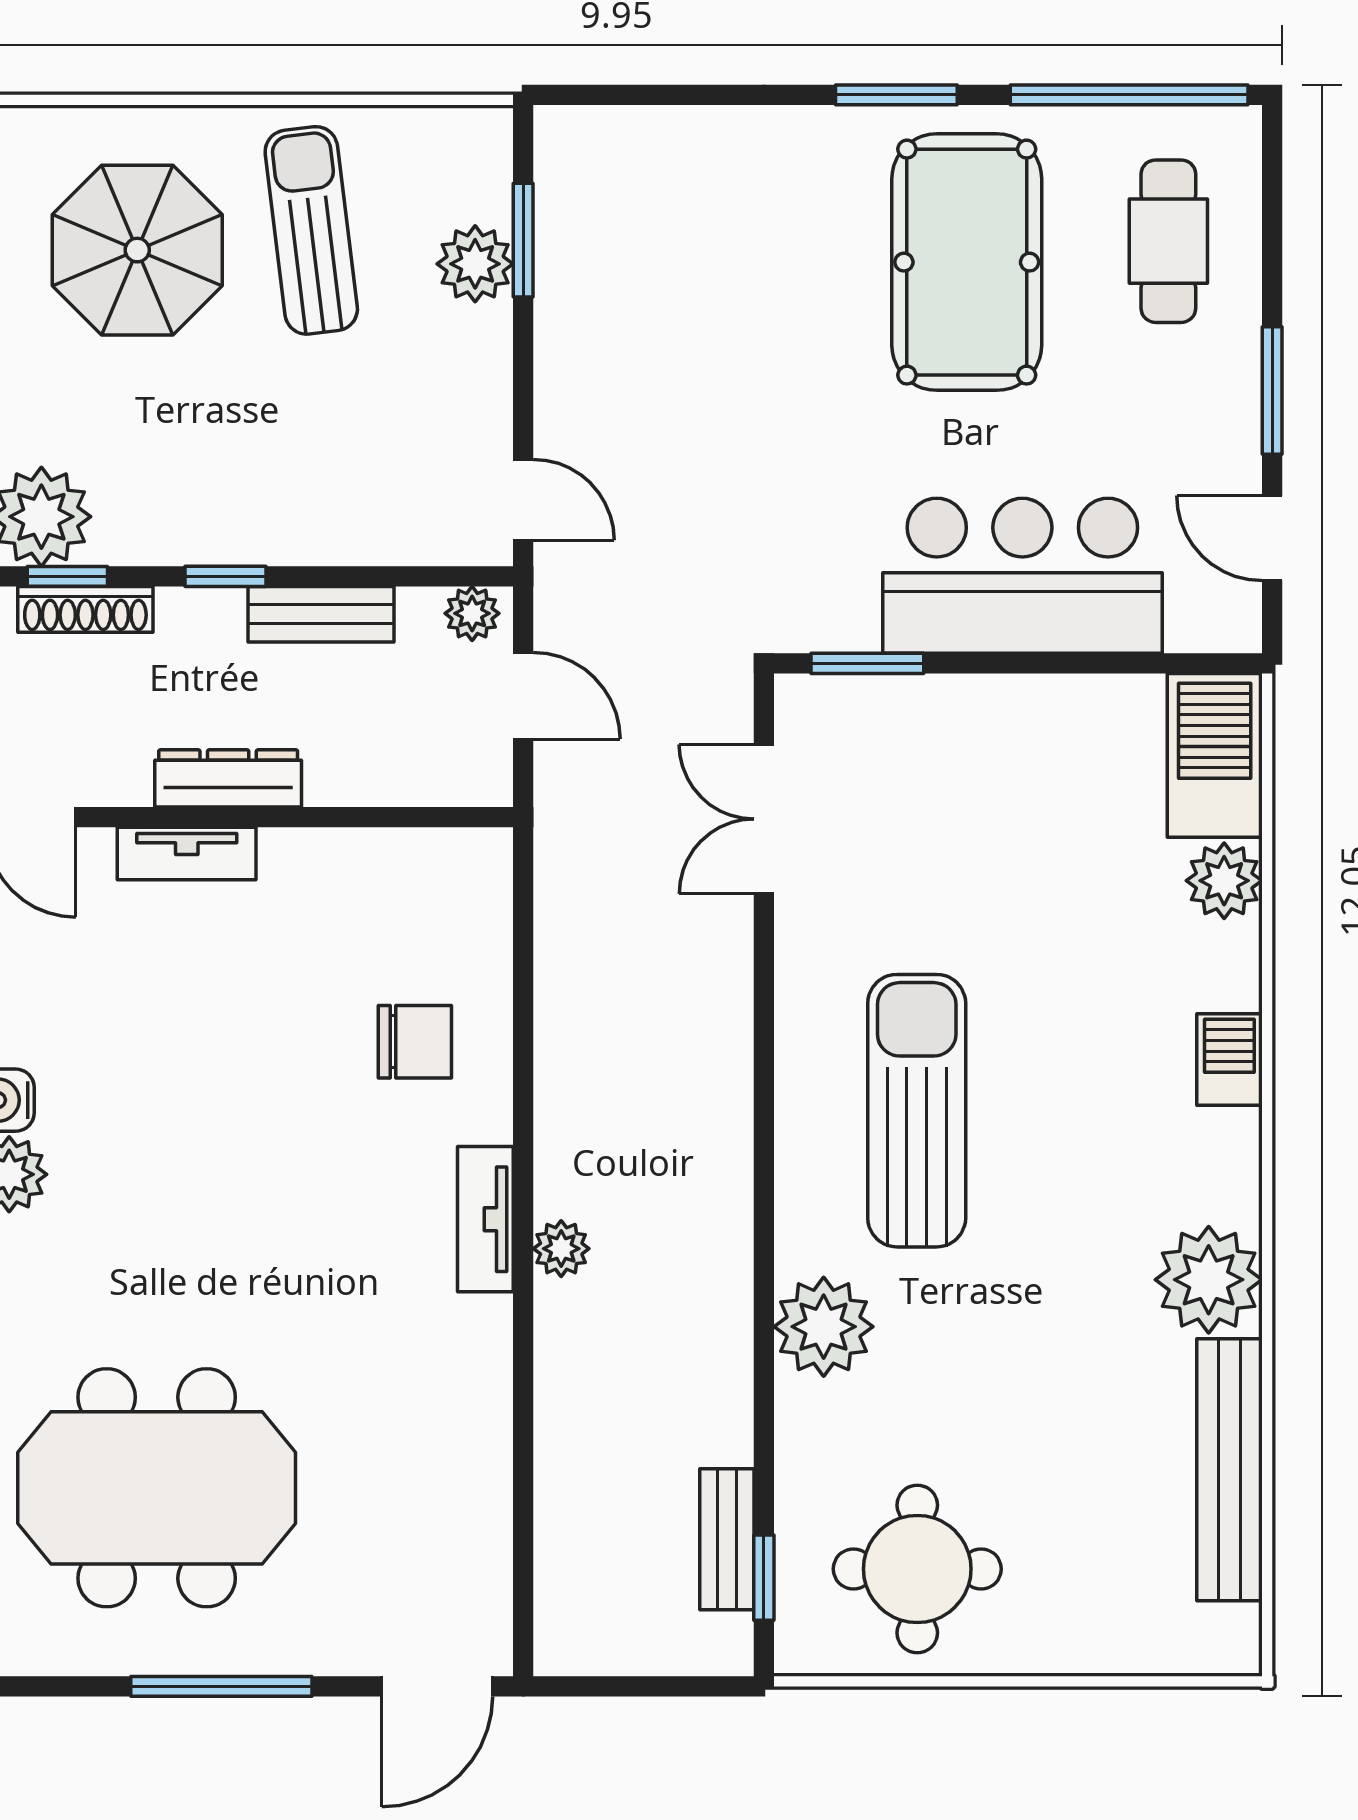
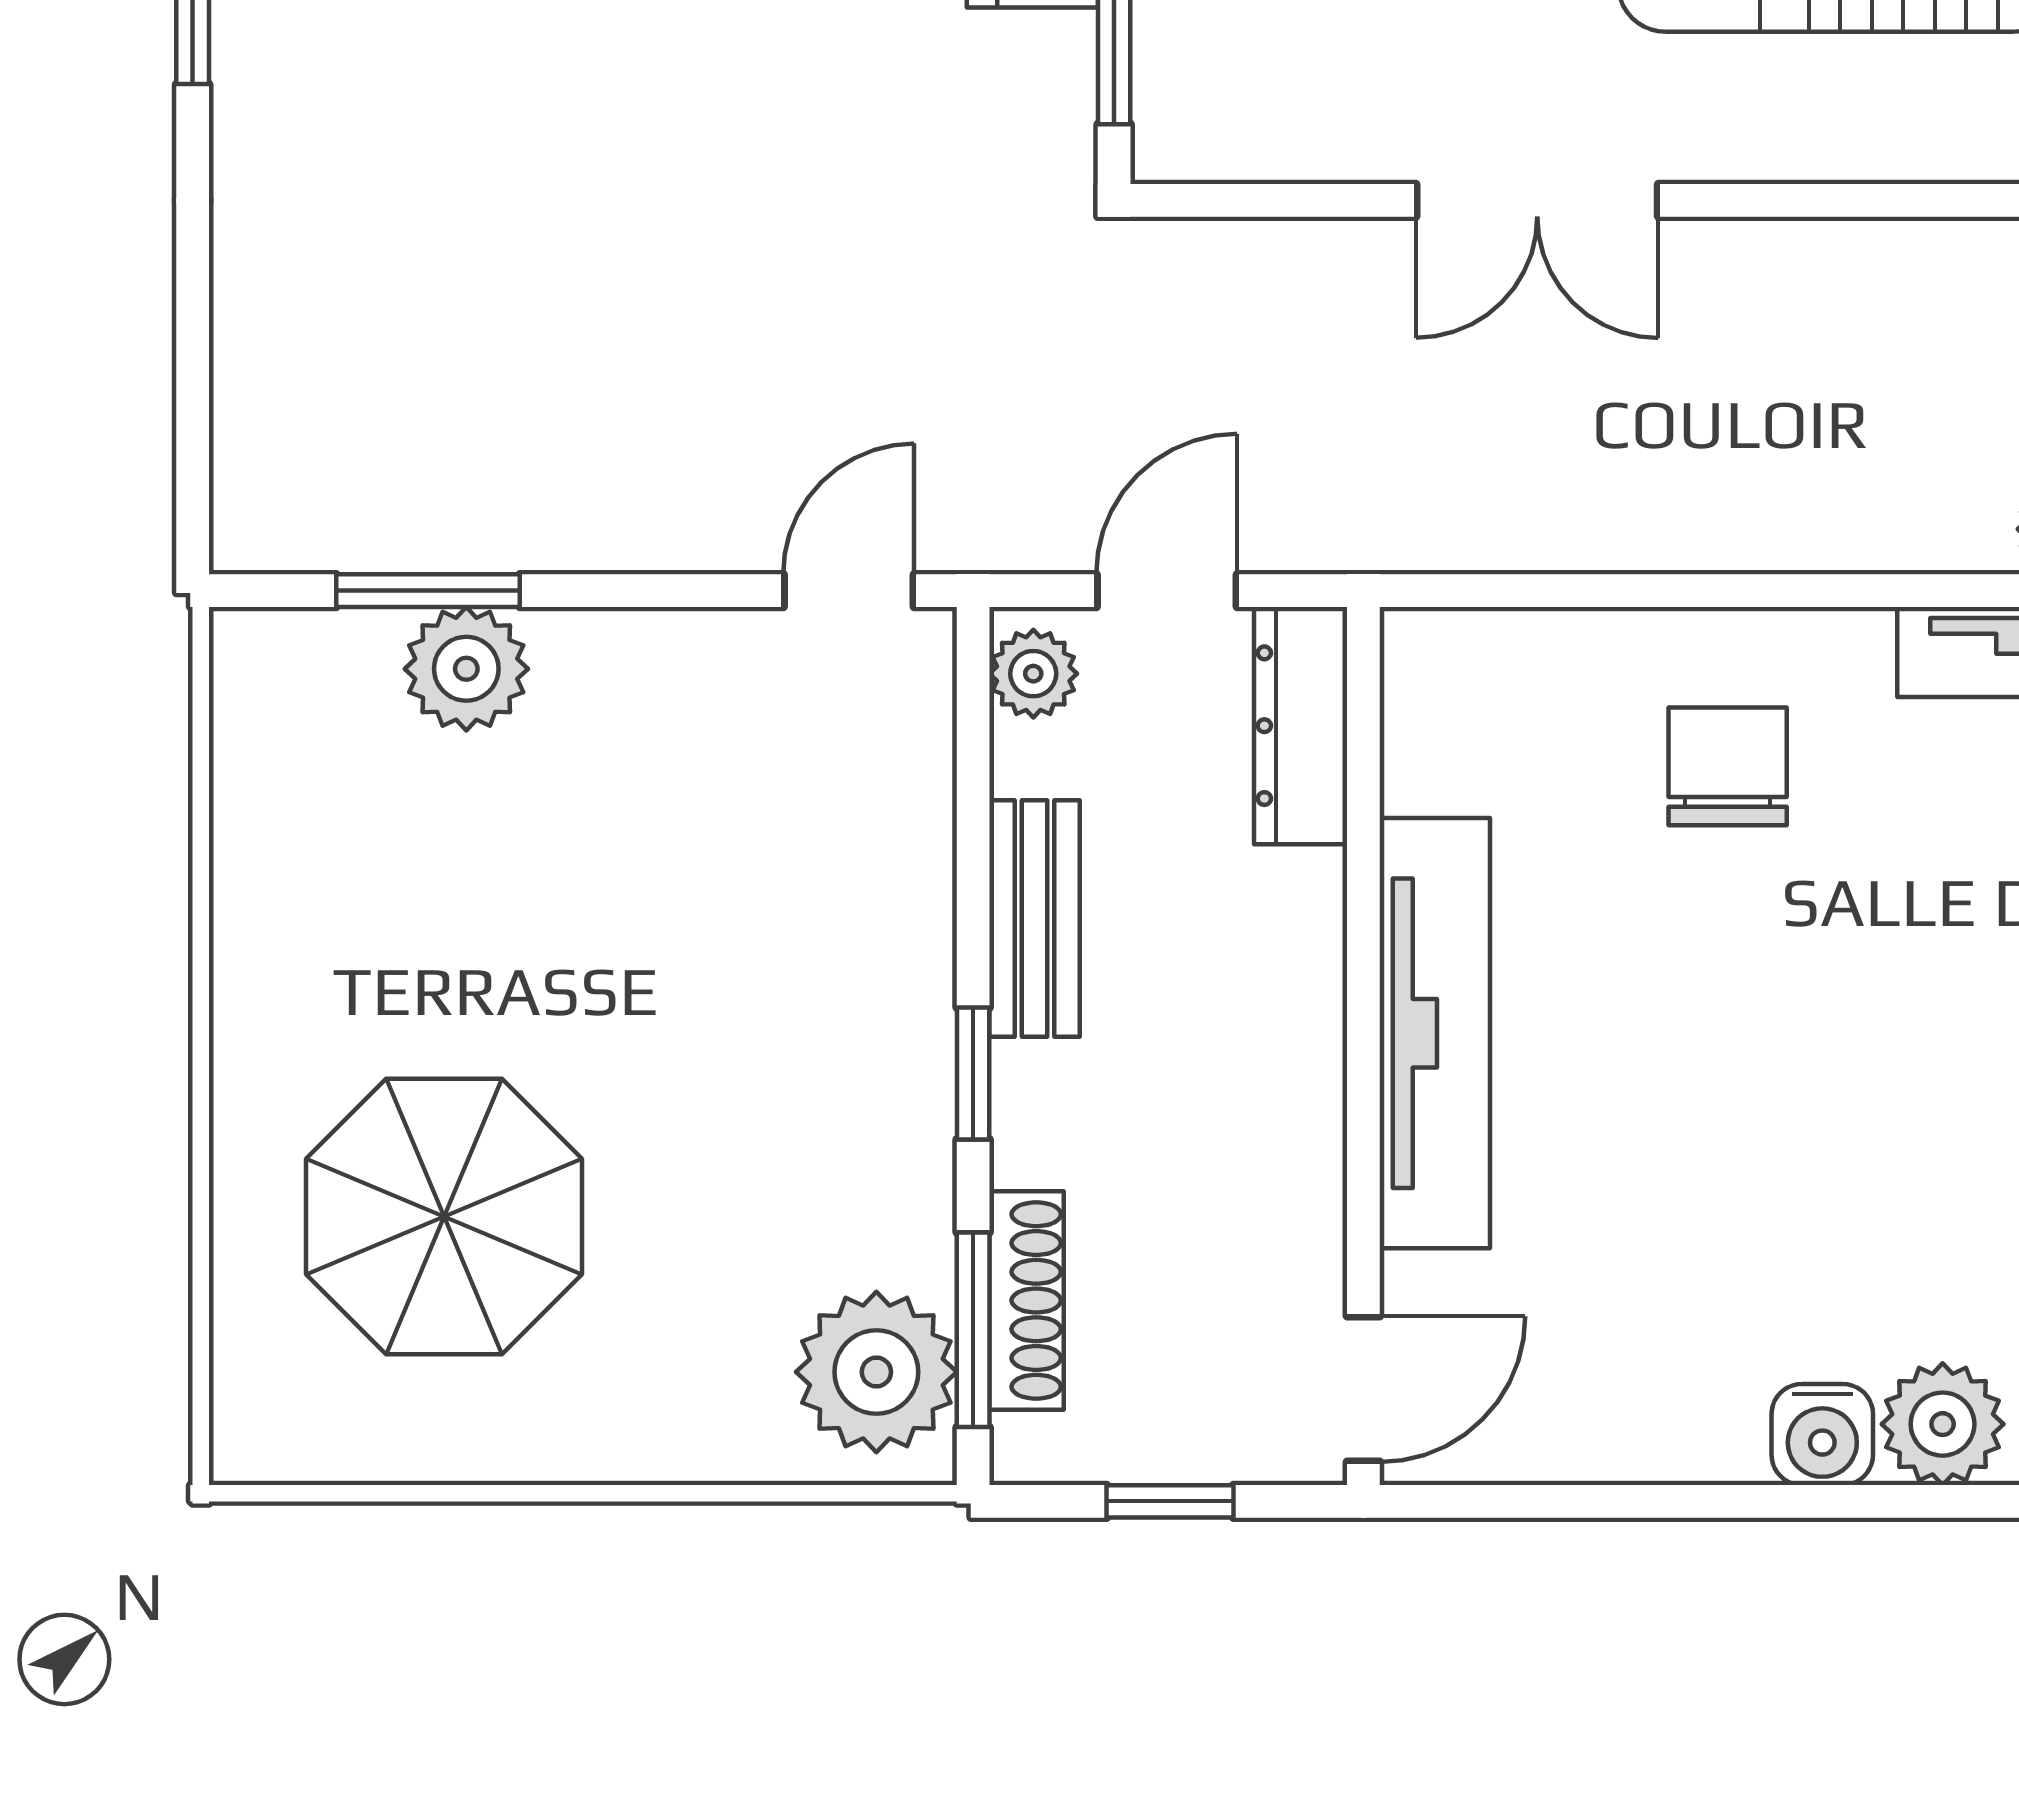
sun lounger: (311, 230) -> (412, 934), removed
window: (67, 576) -> (973, 1330), width x1.50
dresser: (228, 778) -> (1301, 726), moved
double door: (764, 819) -> (1537, 200), moved
tv unit: (187, 854) -> (1435, 1033), width x1.92, depth x1.29

